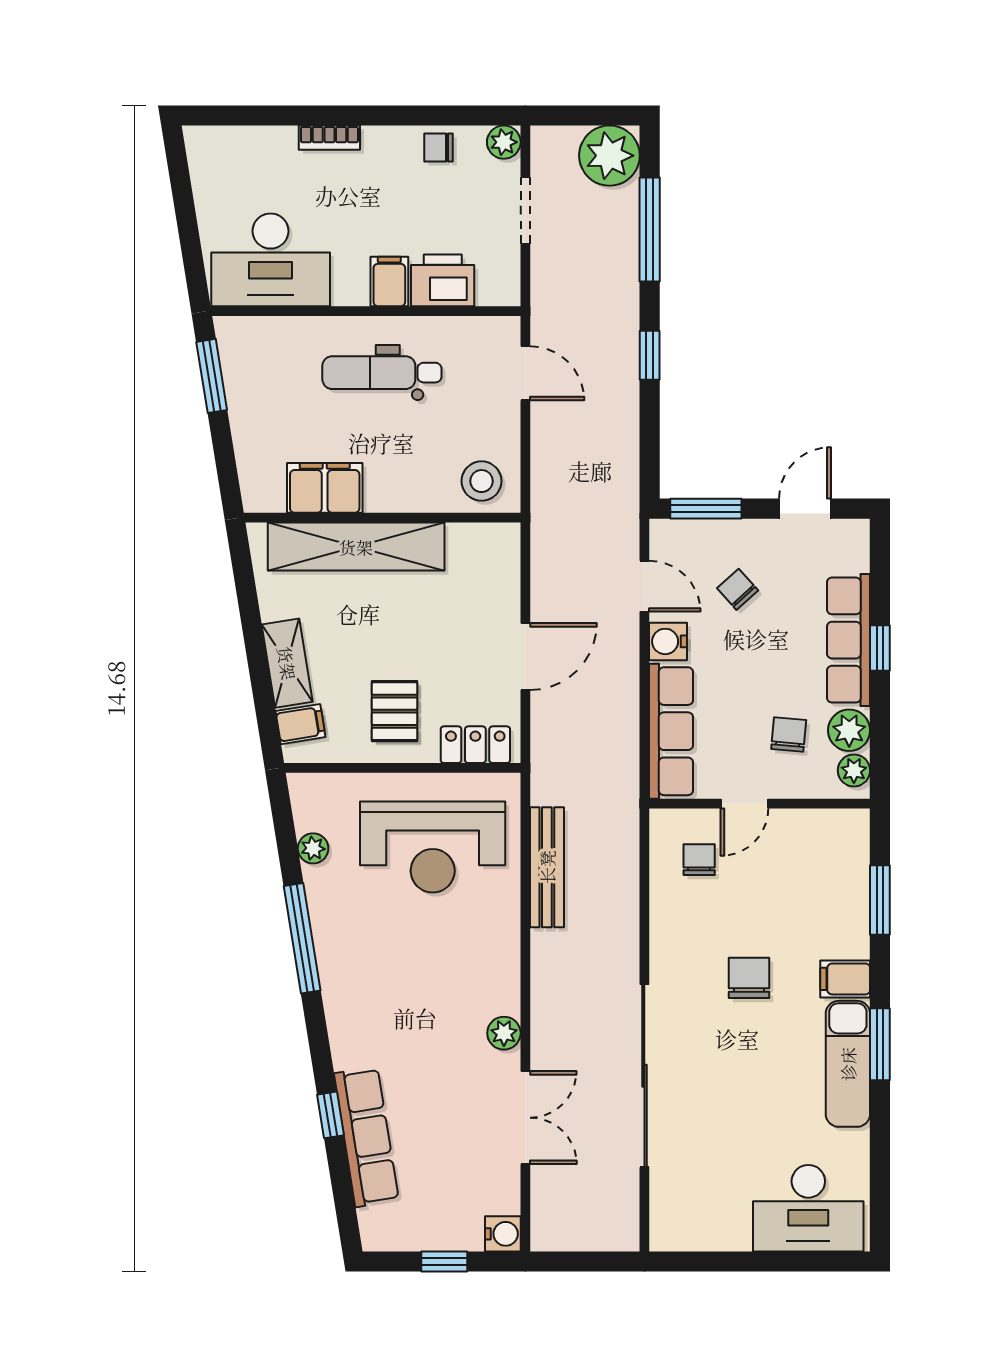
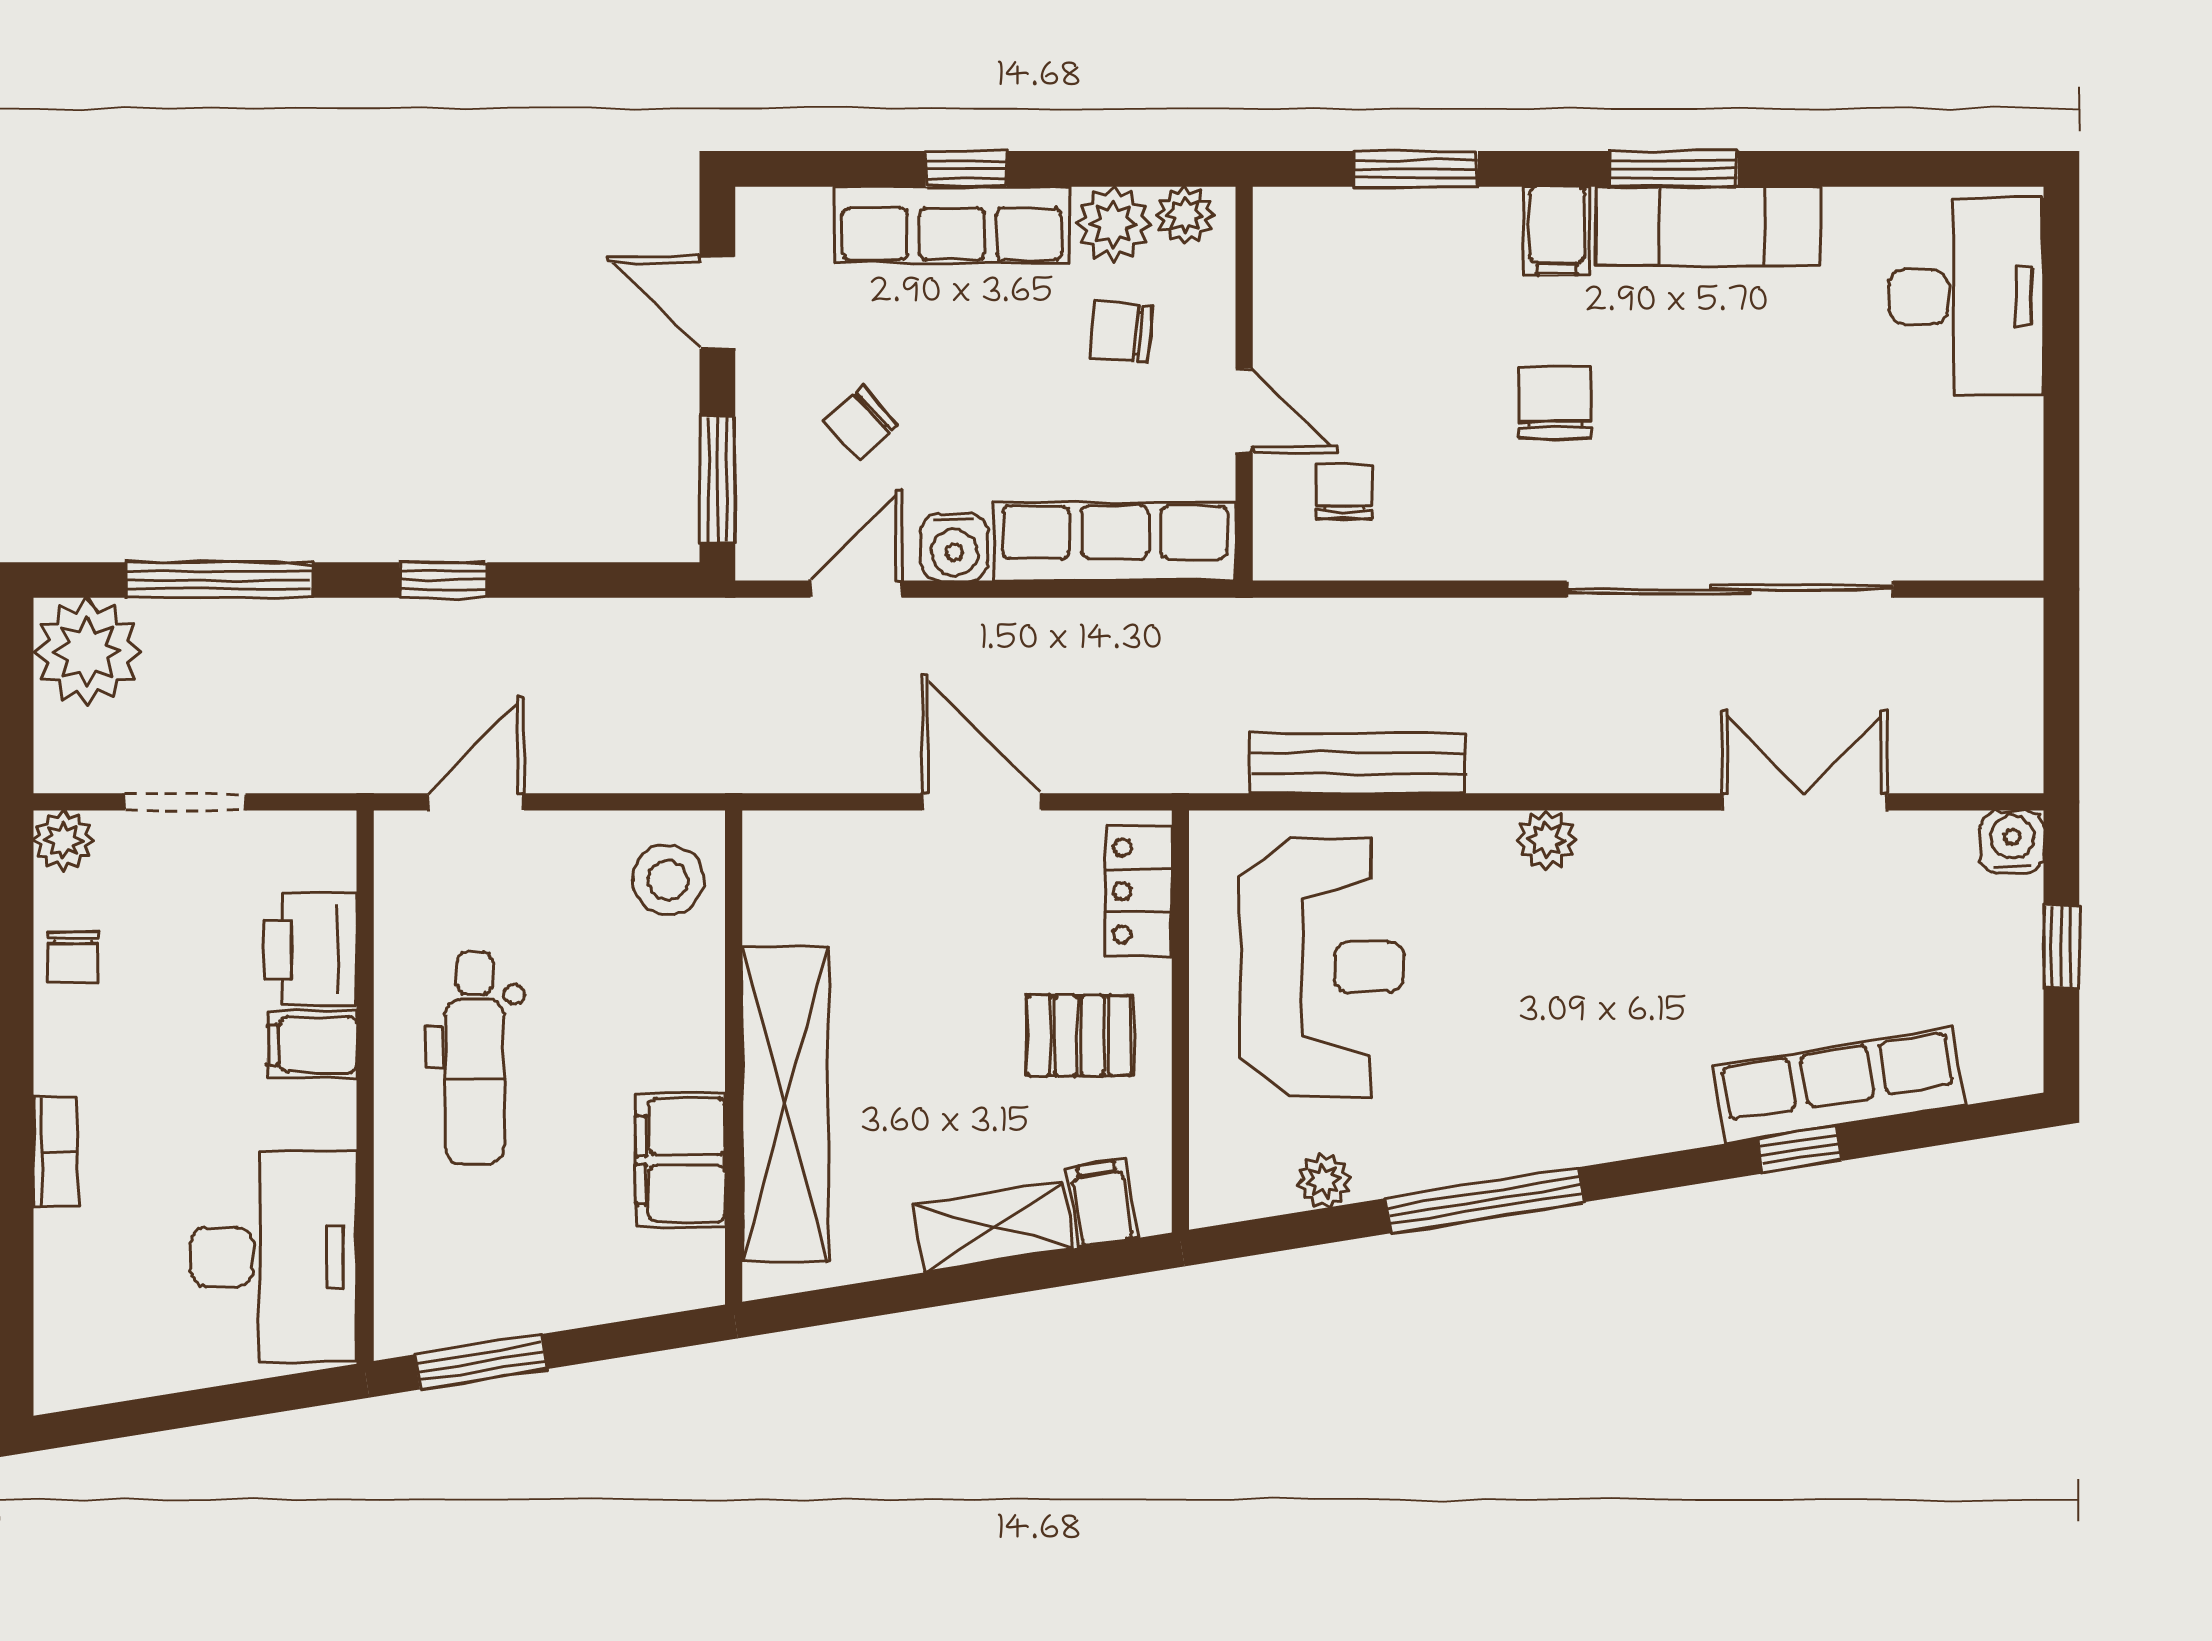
chair: (699, 860) -> (1344, 492), turned 90
chair: (749, 978) -> (1555, 403), turned 90
plant: (504, 1033) -> (1547, 840), moved

